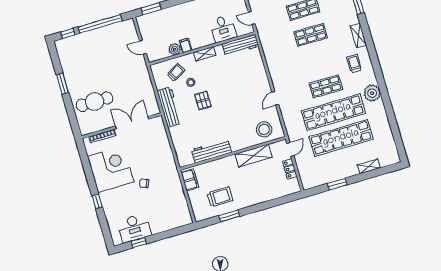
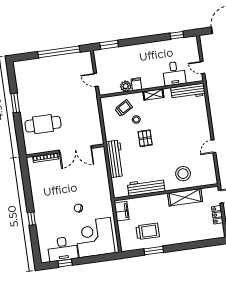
window: (68, 33) -> (27, 56), removed
workbench: (169, 107) -> (115, 159), moved
double door: (132, 123) -> (75, 149), swing flipped
stool: (264, 129) -> (183, 174), moved
corner desk: (111, 169) -> (95, 238), moved, turned -90

